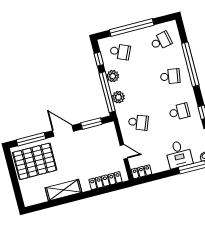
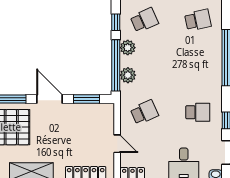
school desk: (120, 52) -> (144, 20), turned -48
school desk: (170, 76) -> (198, 66), removed
school desk: (138, 122) -> (144, 112), turned -45

